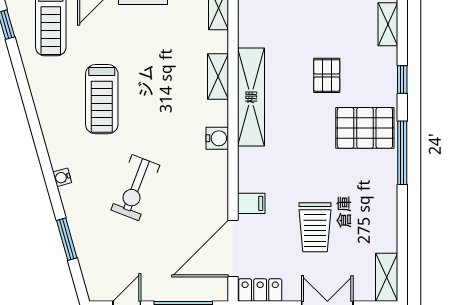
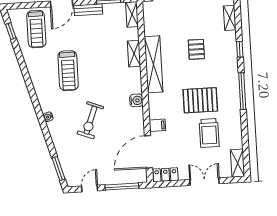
pallet: (365, 128) -> (200, 100), moved
water cooler: (217, 138) -> (136, 100), moved
trolley: (315, 227) -> (209, 133), moved
window: (67, 239) -> (58, 168), moved

